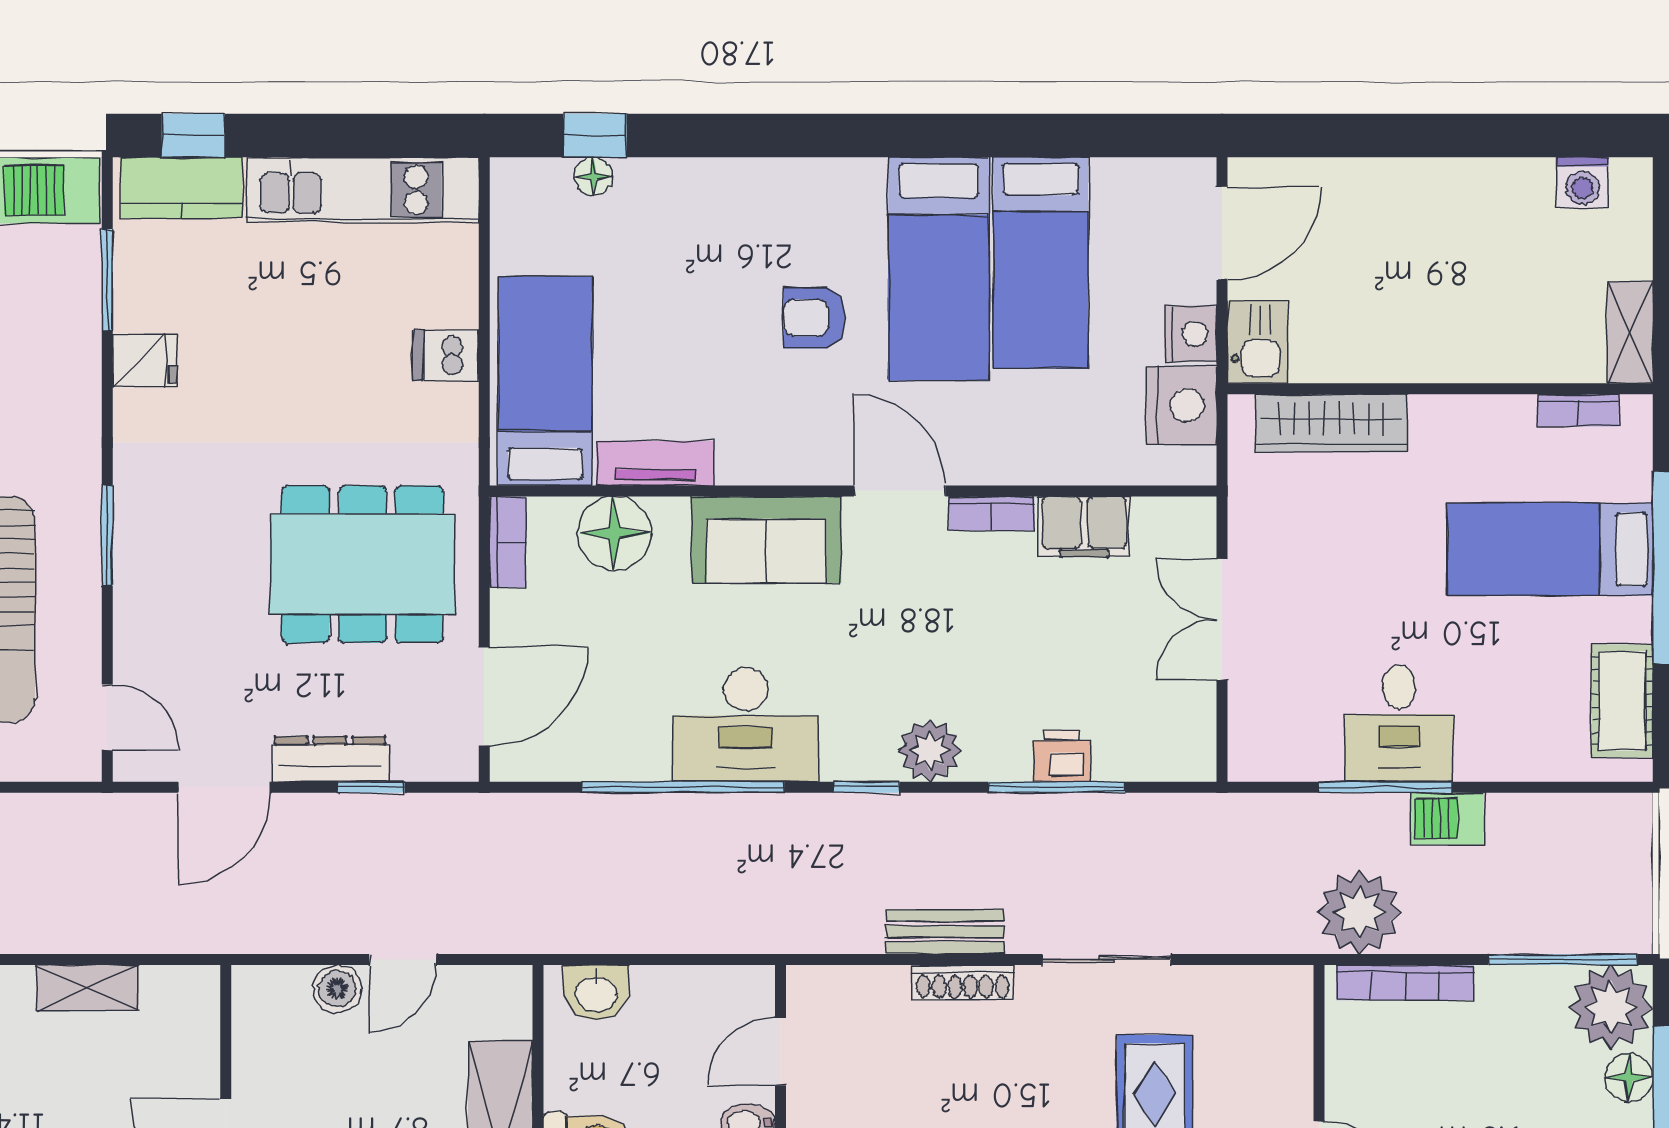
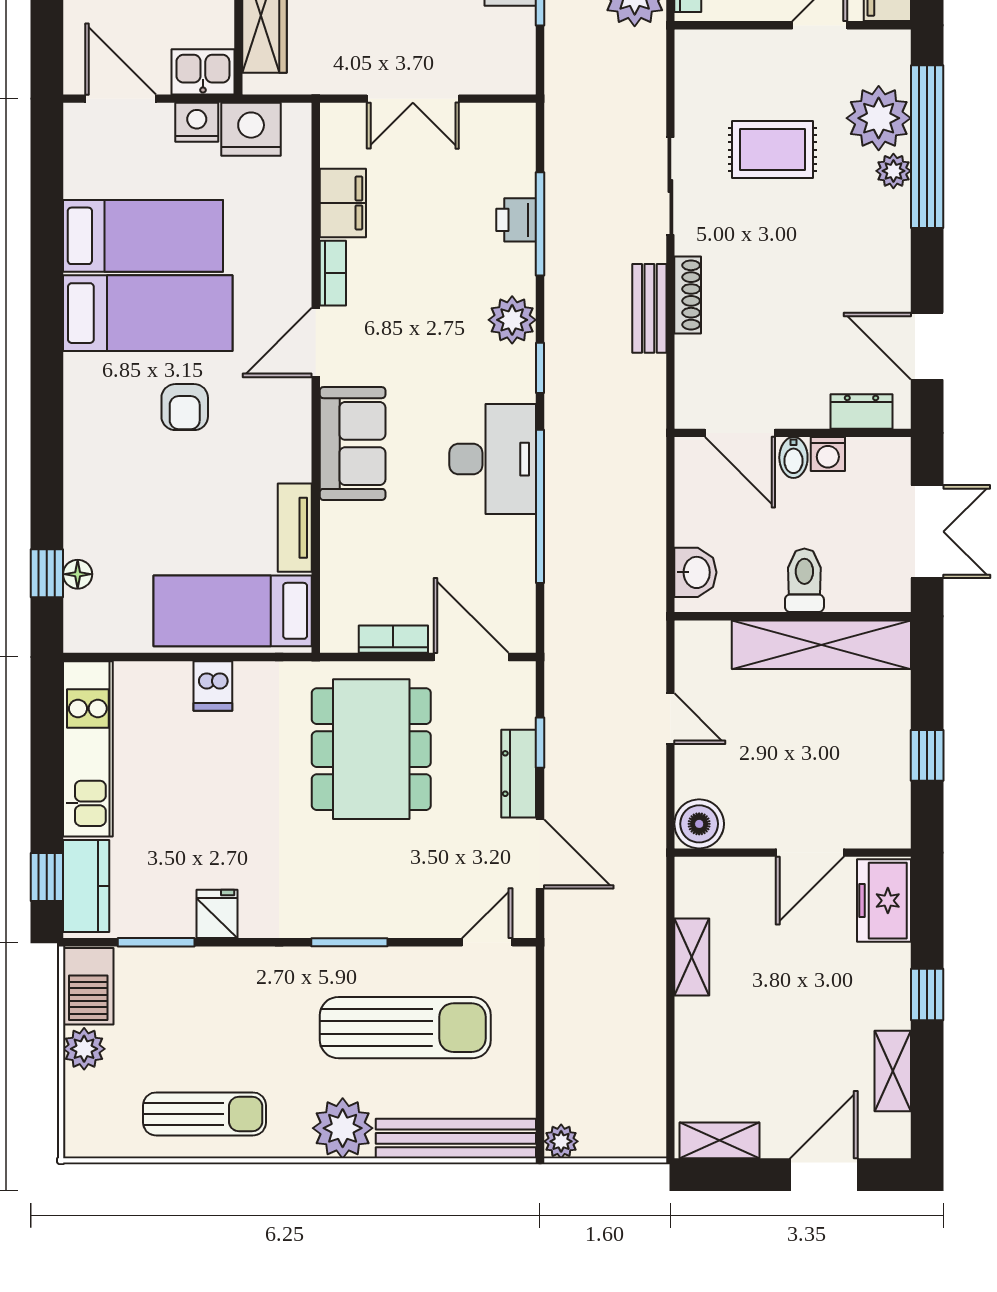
floor lamp: (614, 533) -> (348, 559), removed
bookcase: (508, 542) -> (393, 639), moved
boiler: (337, 989) -> (699, 824), moved, width x1.36, depth x1.36
door: (780, 1052) -> (740, 433), width x1.38

